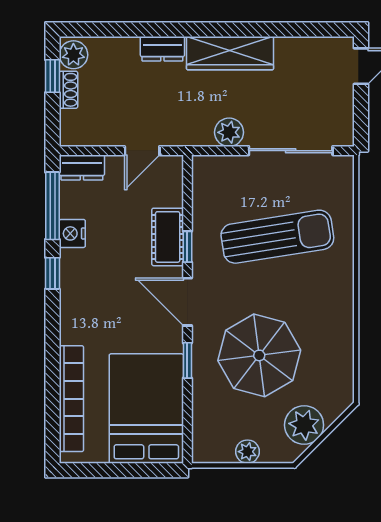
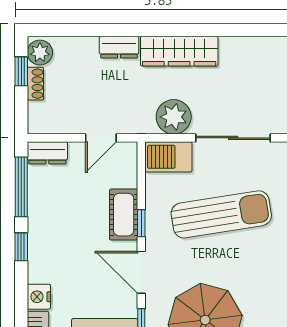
plant: (229, 132) -> (174, 117), width x1.36, depth x1.36
barbecue: (218, 172) -> (168, 157), added
nightstand: (72, 233) -> (39, 297), moved

